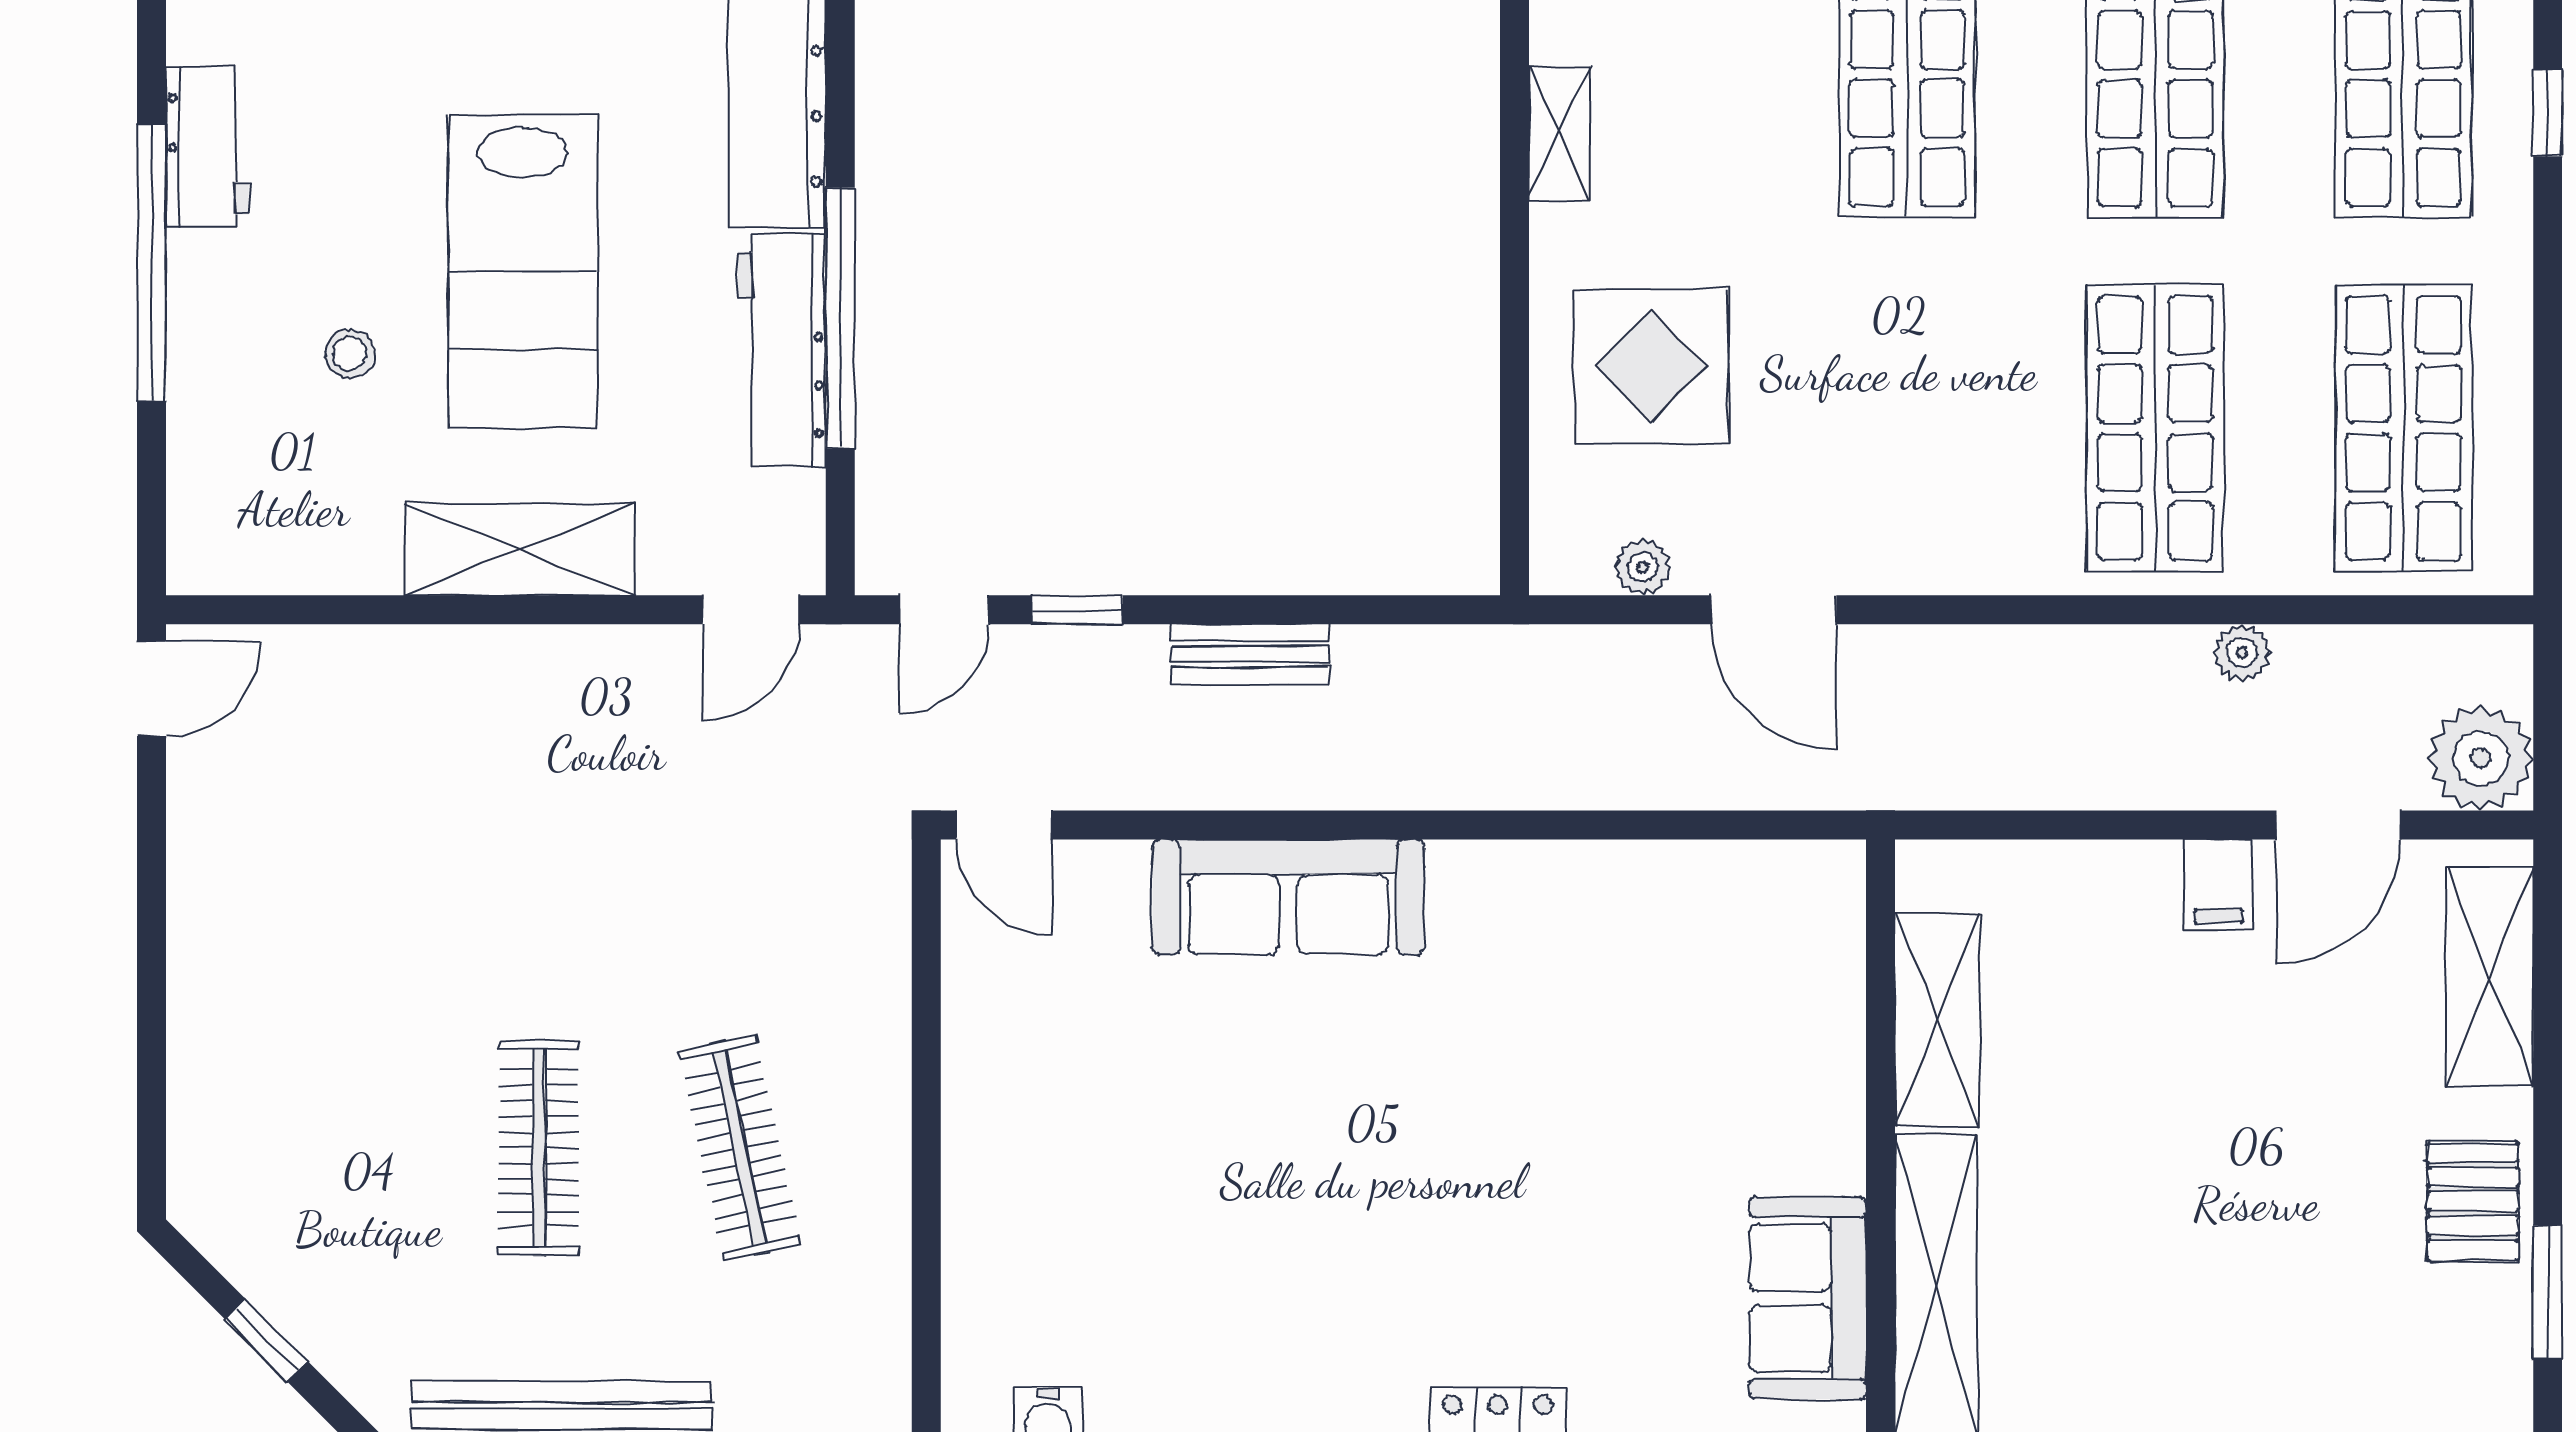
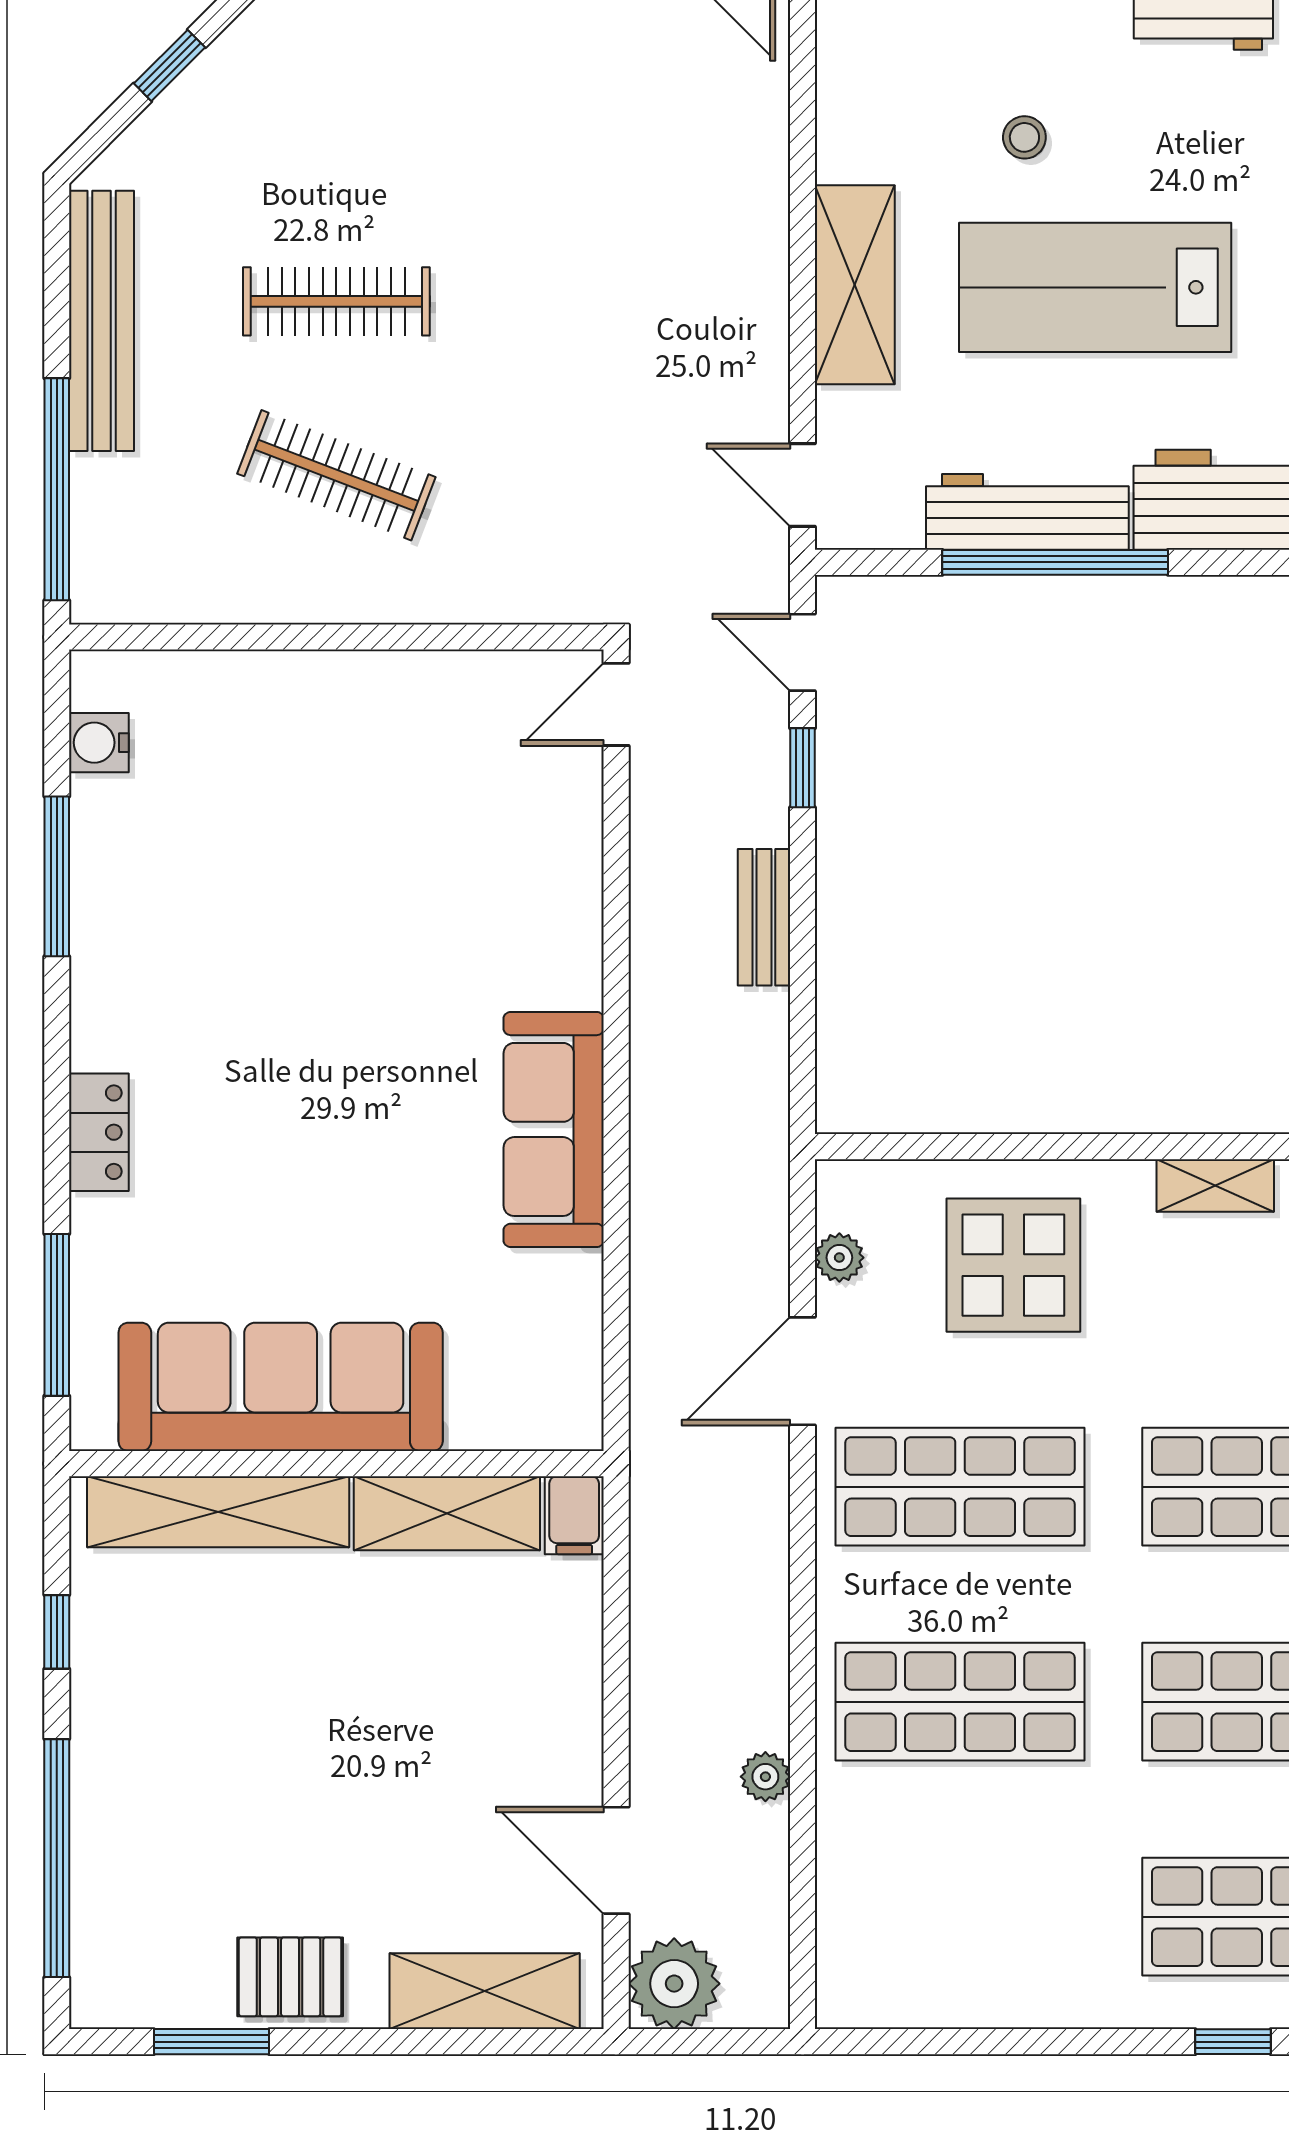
shop shelf: (2403, 428) -> (960, 1487), moved
filing cabinet: (2219, 884) -> (574, 1515), moved, turned -90
sofa: (1288, 897) -> (554, 1129), moved
clothes rail: (740, 1148) -> (336, 475), turned 33
sofa: (1808, 1298) -> (281, 1387), width x1.85, depth x1.27

